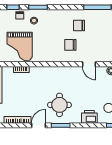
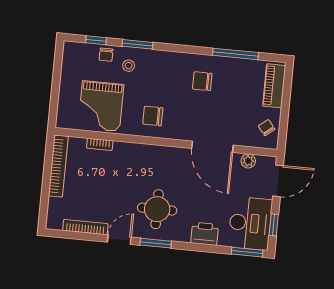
chair: (70, 45) -> (153, 116), moved
door: (89, 64) -> (212, 147), width x1.87

